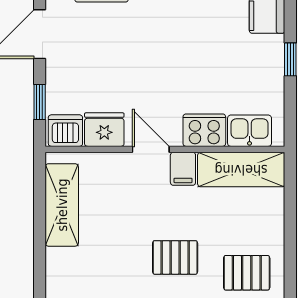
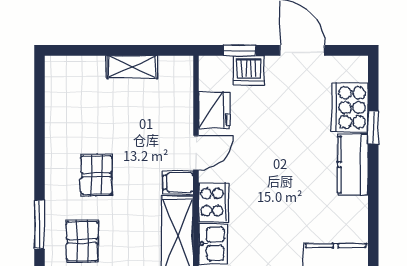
dishwasher: (65, 131) -> (249, 70), moved, turned 90
shelving: (62, 205) -> (132, 67), width x0.67, depth x0.75

